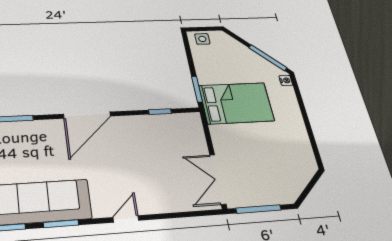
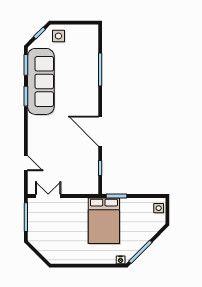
door: (87, 115) -> (100, 131), moved
double door: (218, 179) -> (48, 196), width x0.73
door: (126, 219) -> (26, 163), moved

